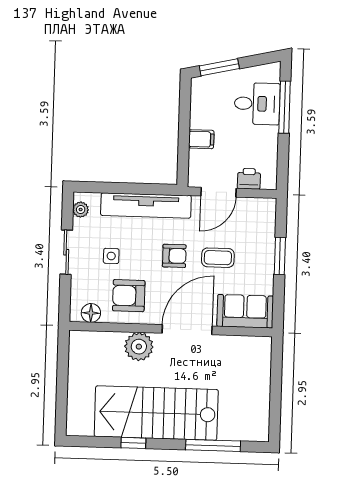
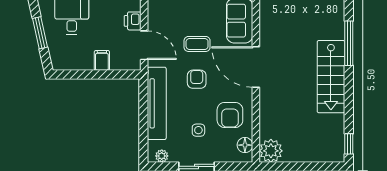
window: (219, 67) -> (40, 33), moved
coffee table: (218, 258) -> (197, 44), turned 90
plant: (139, 347) -> (271, 151), moved
stairs: (156, 413) -> (331, 77), width x0.73, depth x0.66
window: (133, 443) -> (349, 144), moved

